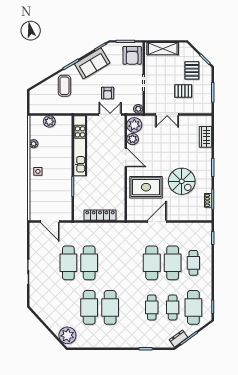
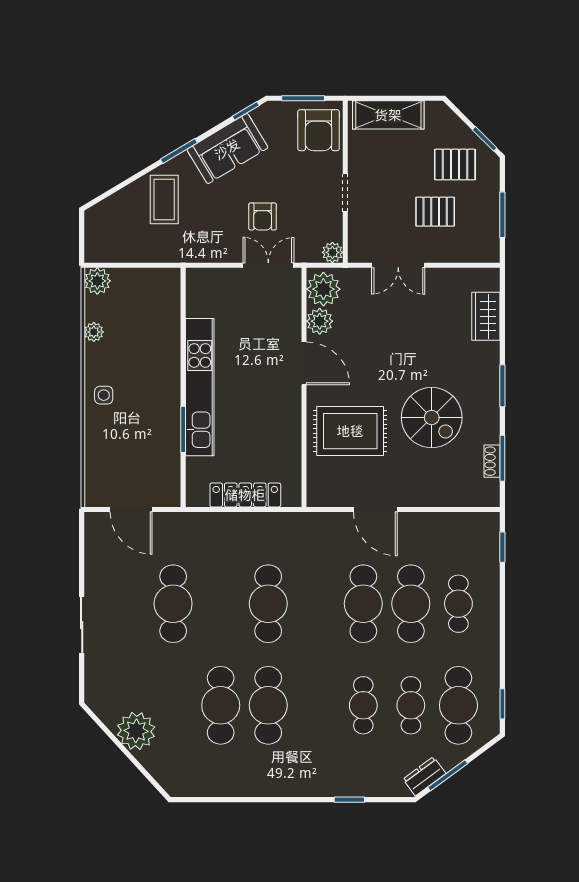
pallet: (192, 70) -> (455, 165), turned 90
plant: (49, 121) -> (97, 281), moved
kitchen unit: (80, 146) -> (200, 387), moved
door: (157, 222) -> (375, 509), swing flipped
cafe table: (89, 263) -> (268, 604), moved
plant: (67, 335) -> (136, 731), moved

